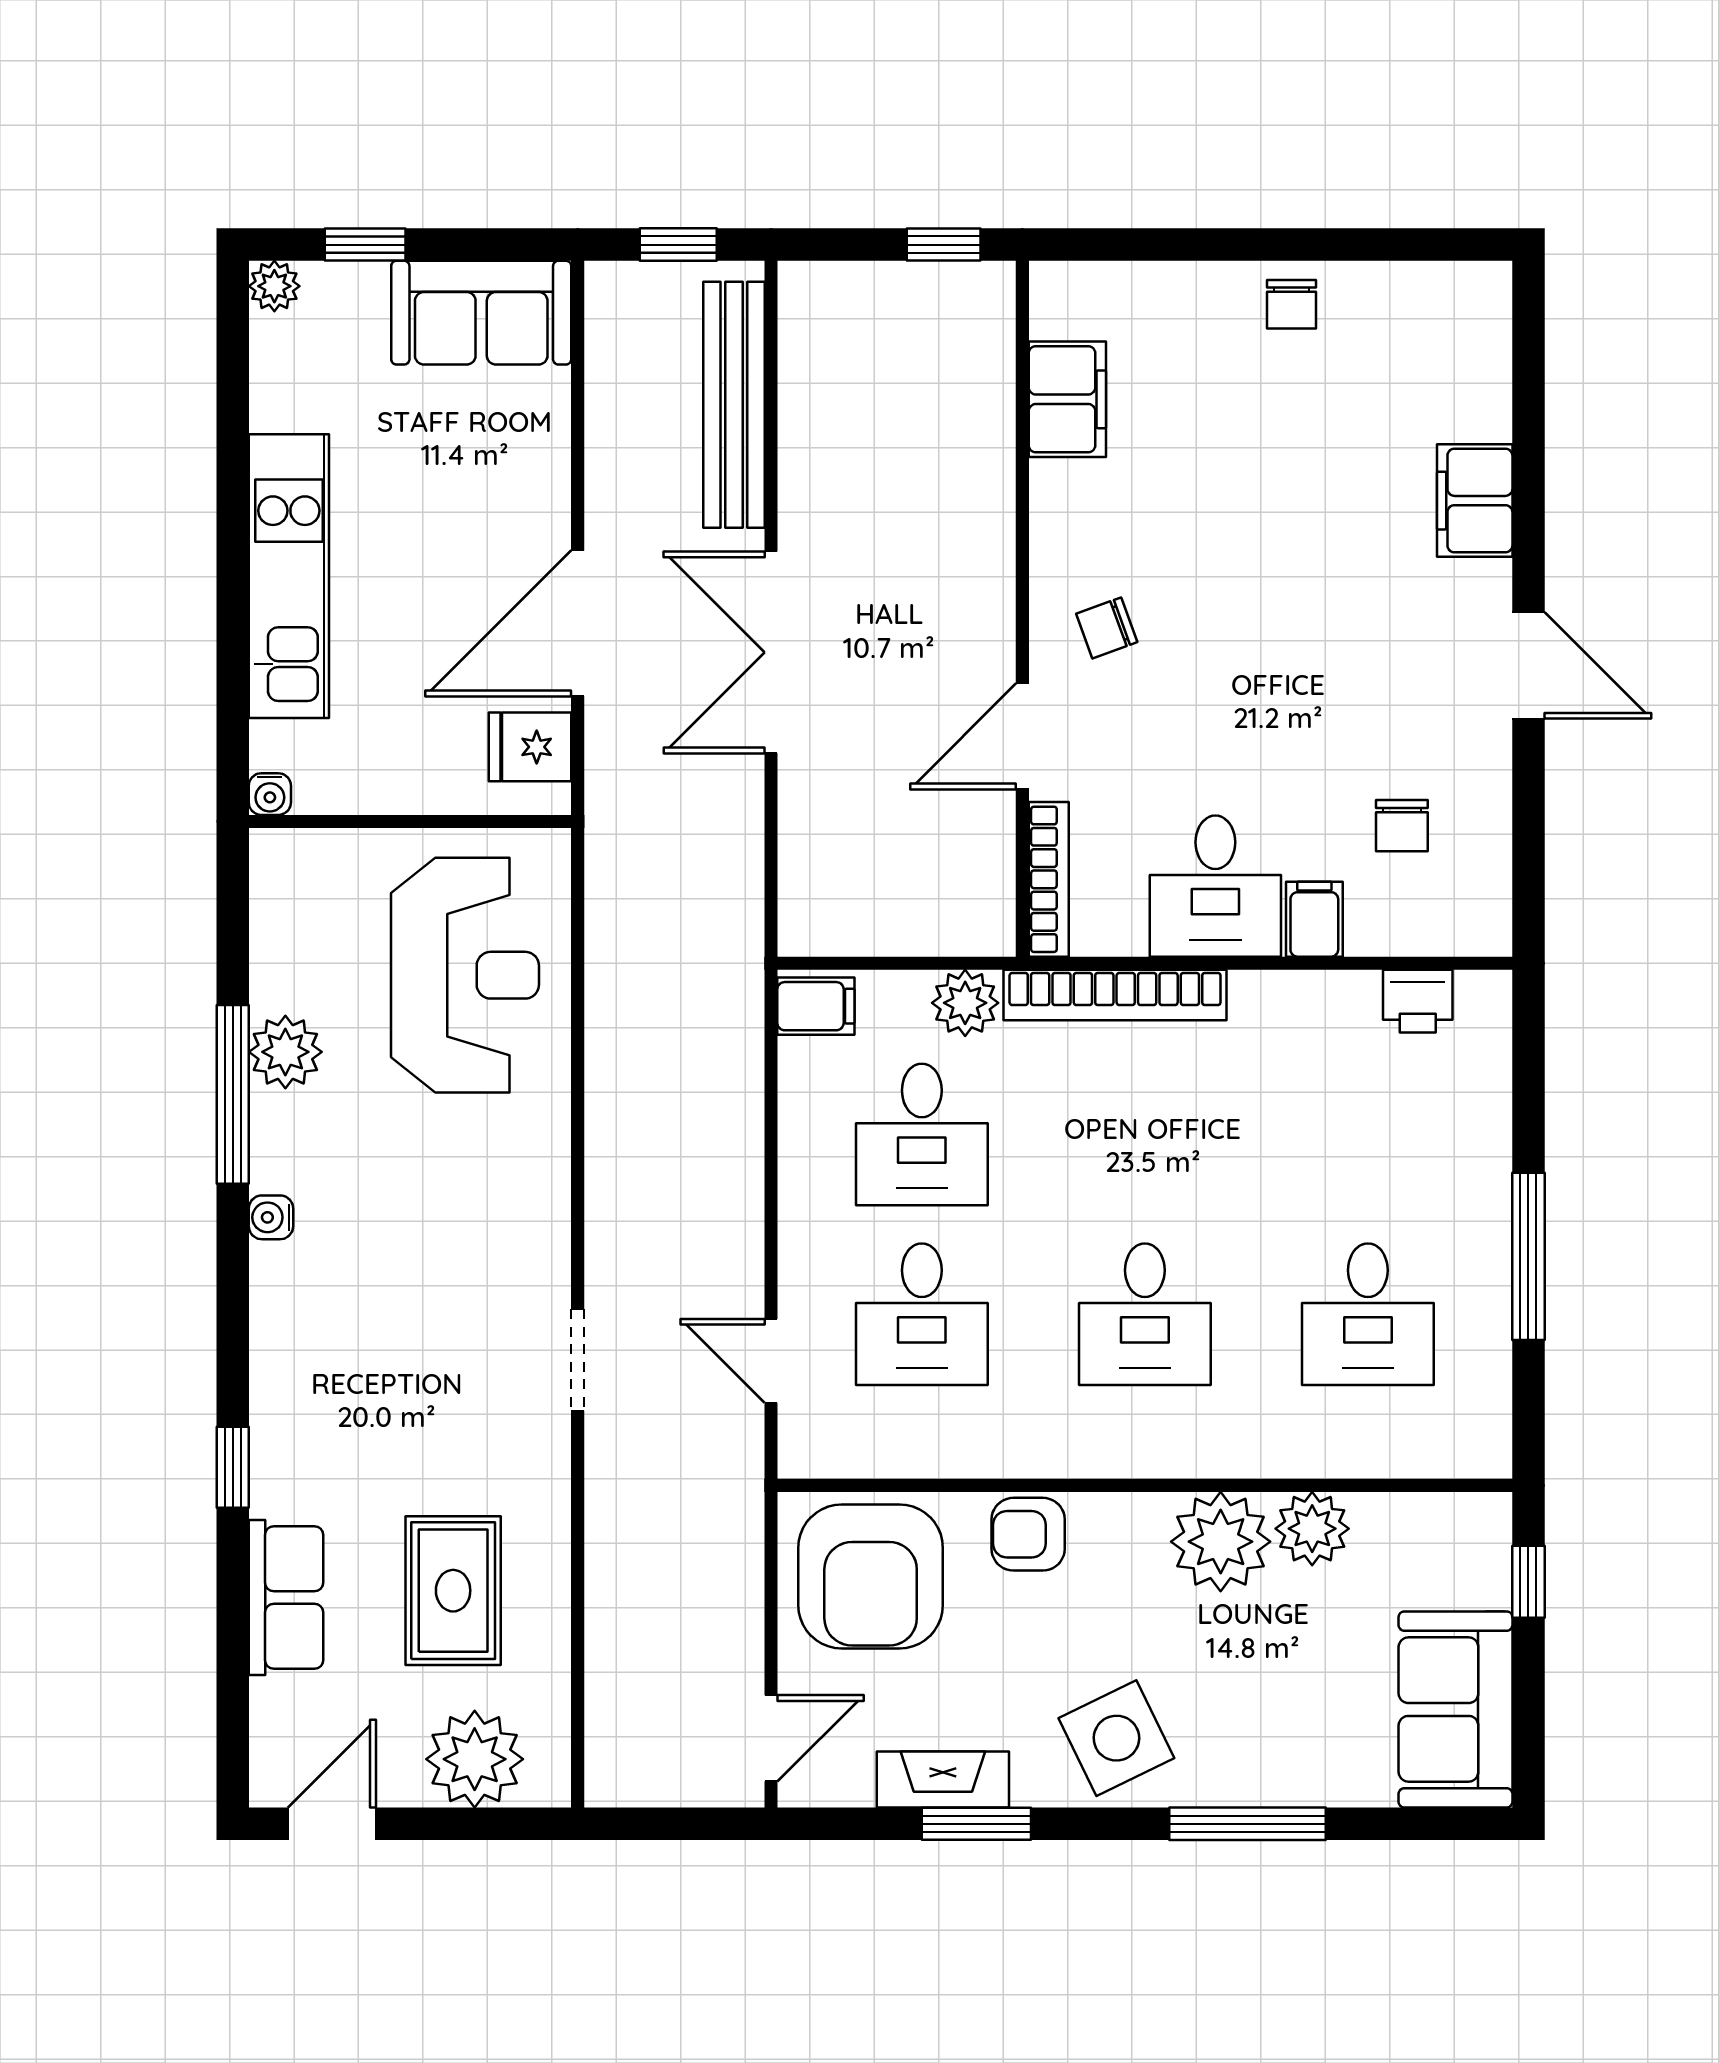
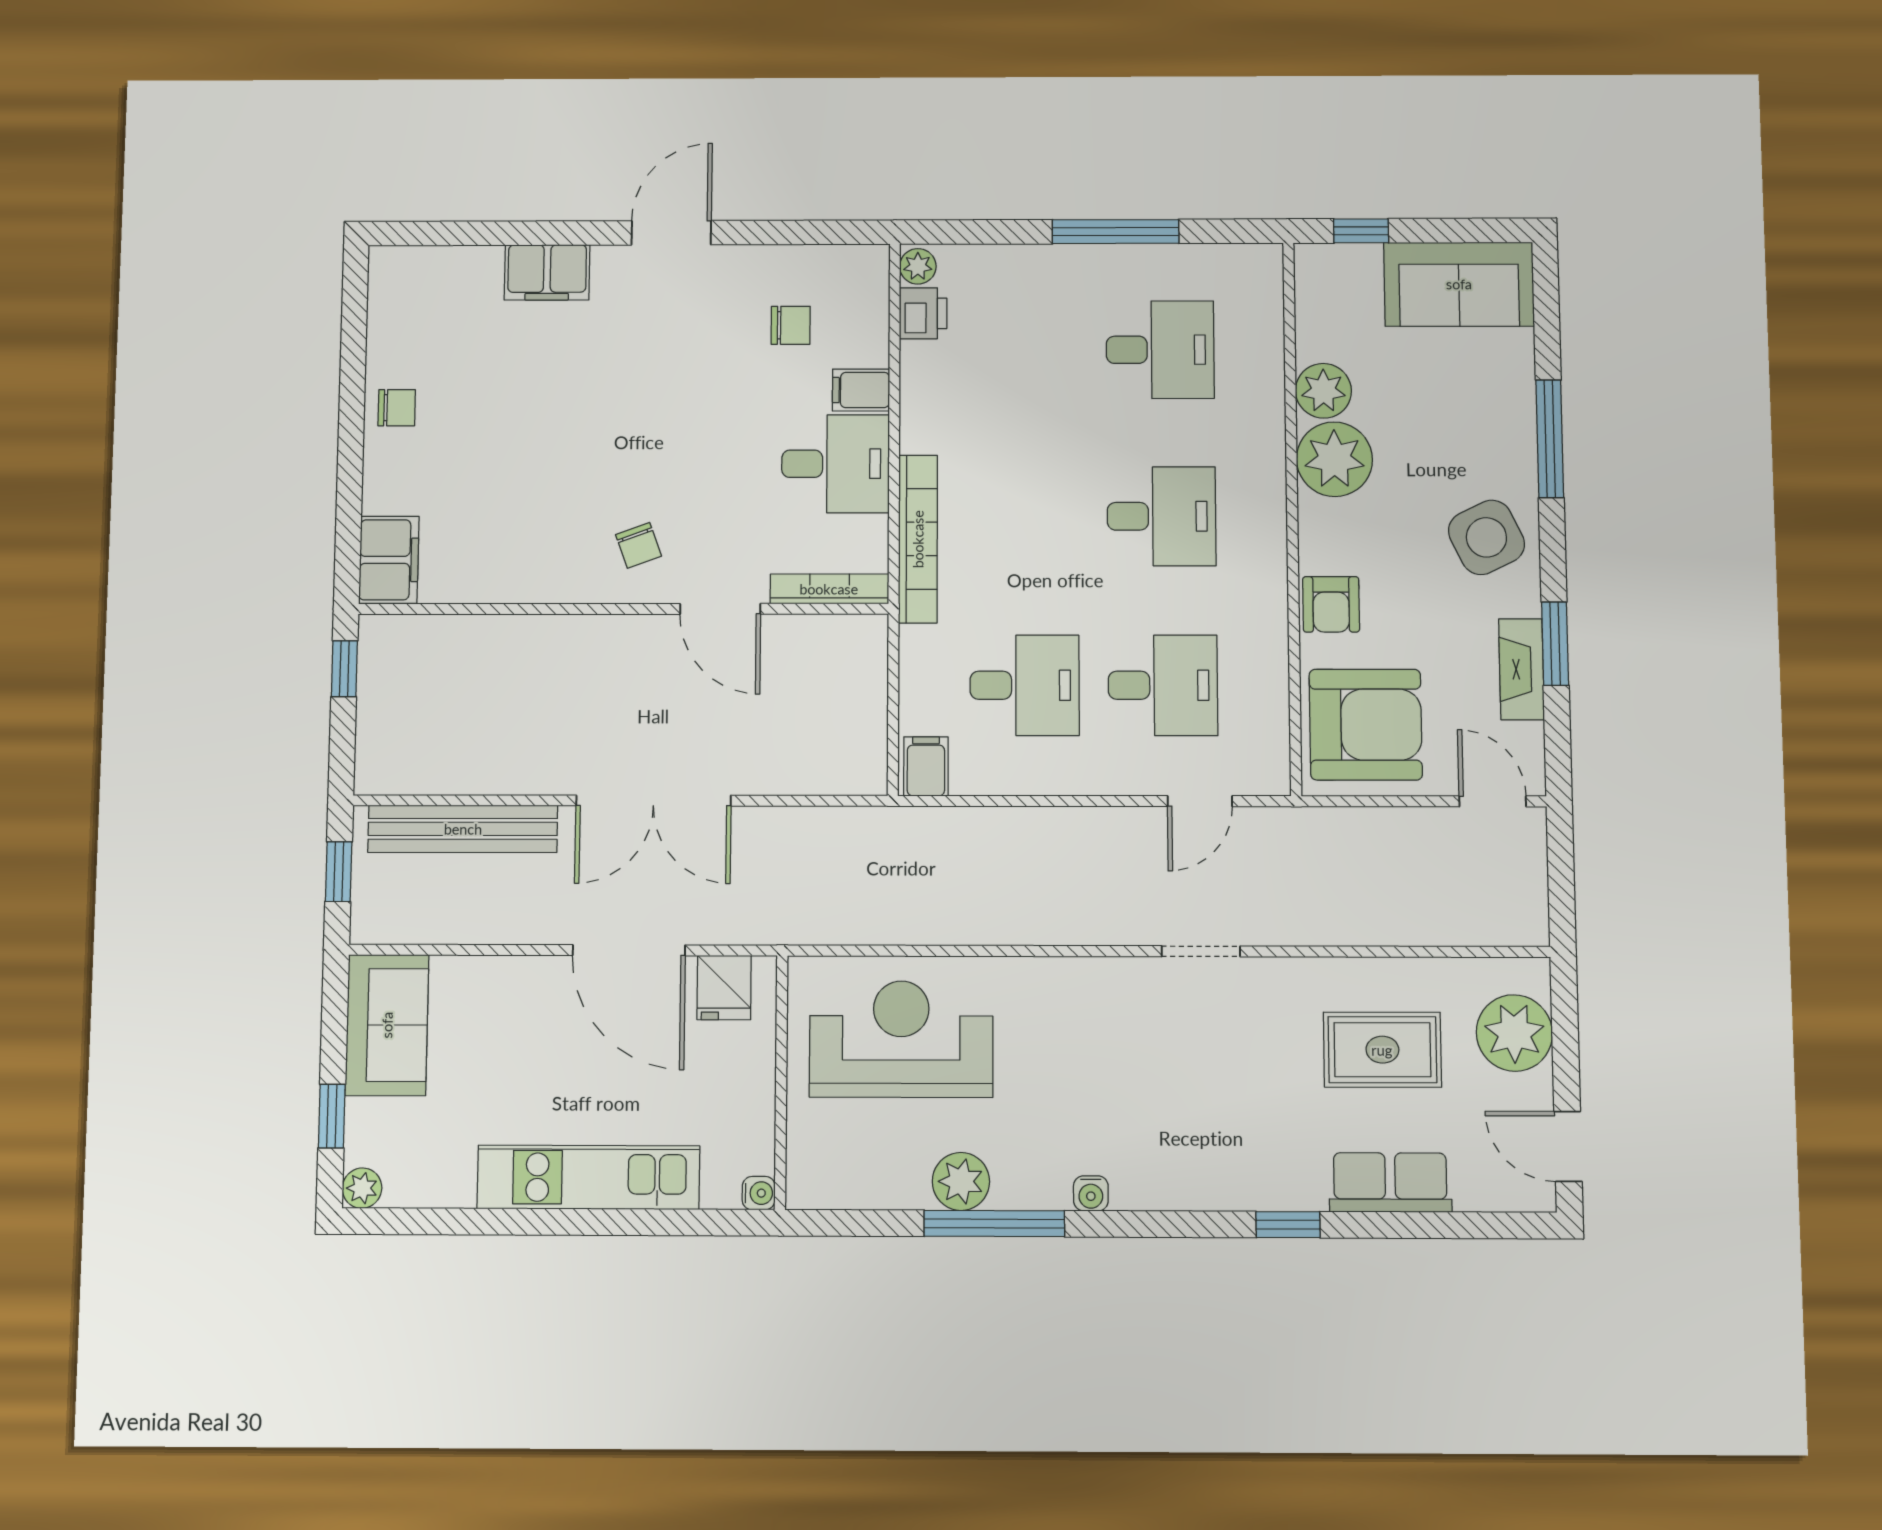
filing cabinet: (1067, 399) -> (389, 560), moved, turned 90
plant: (965, 1003) -> (918, 266), moved, width x0.73, depth x0.73

